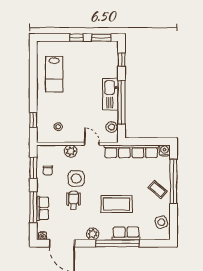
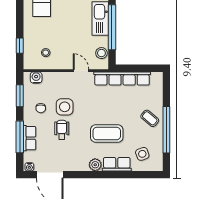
water cooler: (165, 150) -> (36, 78), moved
plant: (71, 151) -> (59, 78), removed
chair: (48, 170) -> (41, 108), moved
window: (173, 181) -> (166, 130), moved
side table: (161, 222) -> (142, 154), moved
plant: (93, 234) -> (95, 165), moved
window: (118, 243) -> (108, 175), removed

